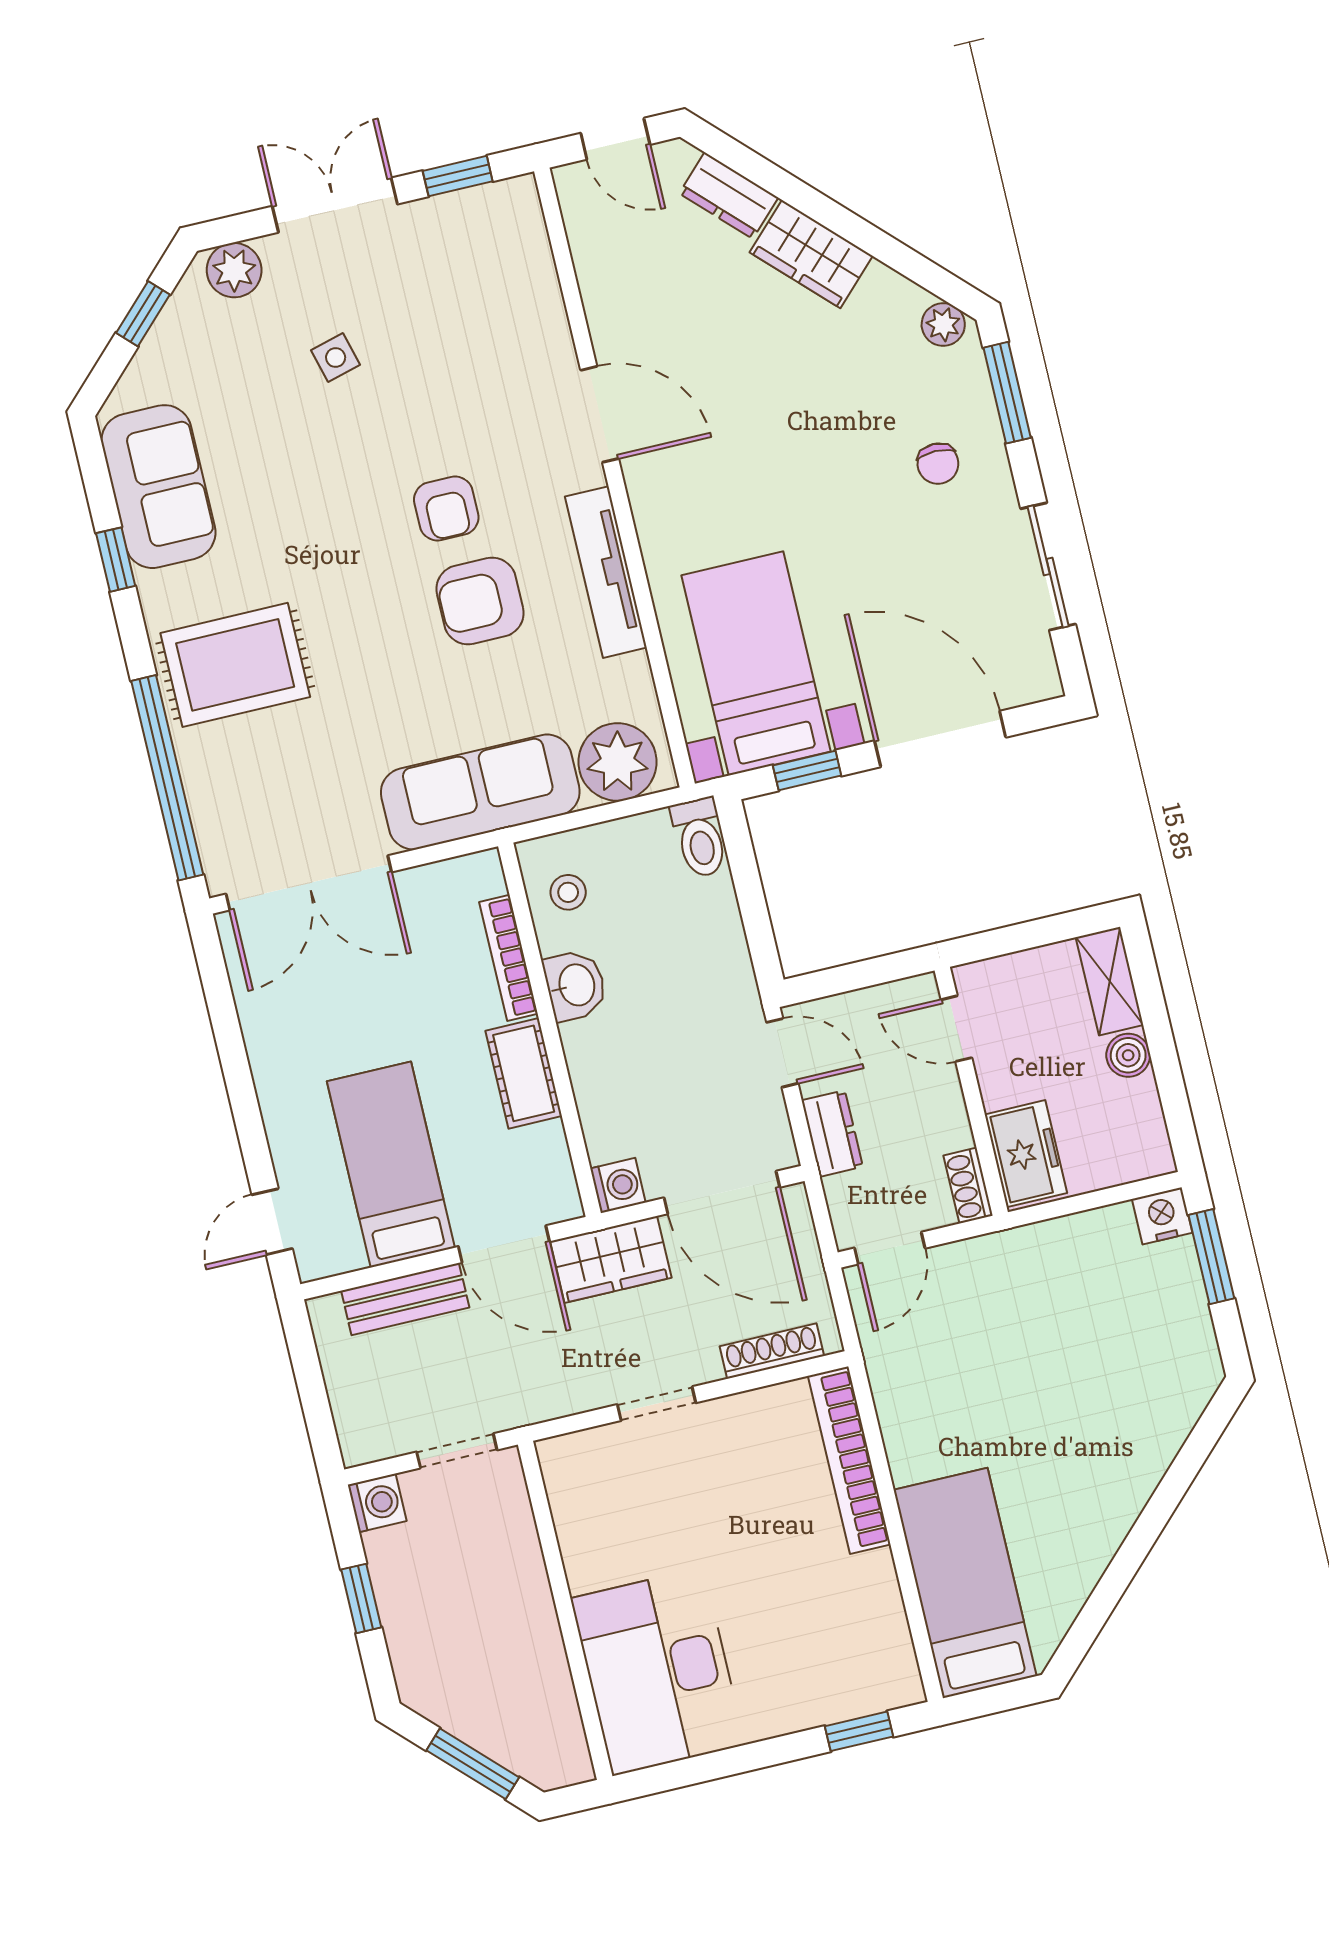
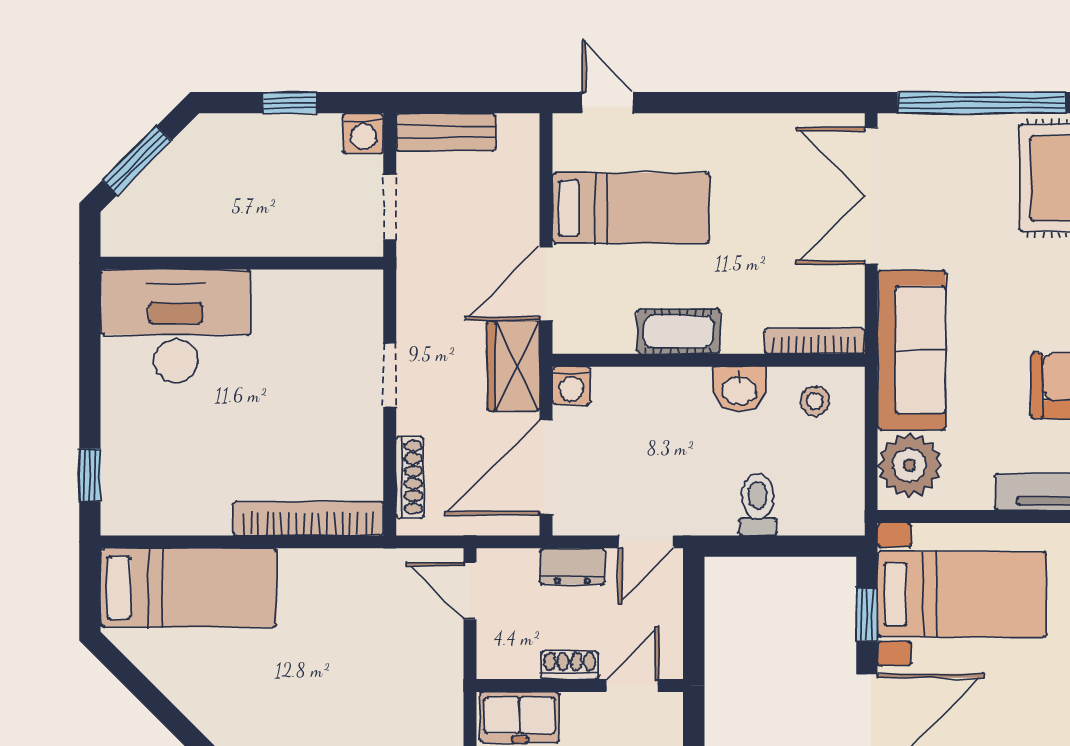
toilet: (700, 838) -> (758, 504), moved, turned 90
bookcase: (508, 958) -> (815, 341), moved
shoe rack: (968, 1186) -> (570, 665), moved
bench: (405, 1299) -> (446, 132), moved, turned 90

